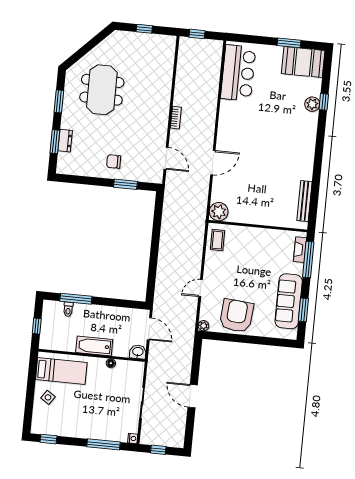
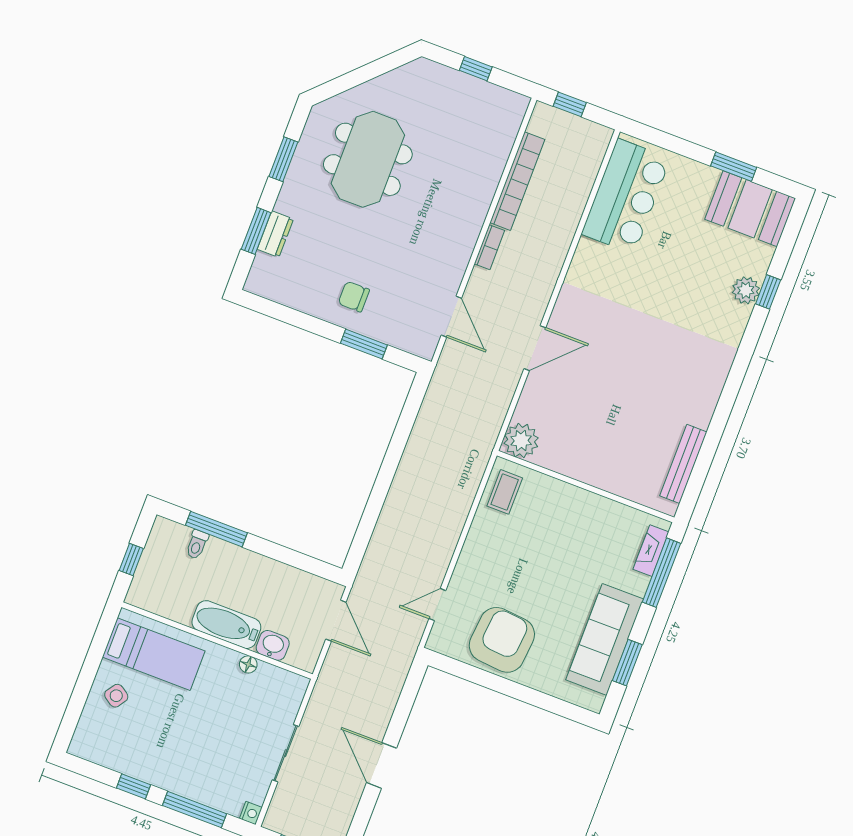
bookcase: (181, 80) -> (517, 181), added
door: (201, 288) -> (437, 605), moved
plant: (203, 326) -> (437, 642), removed
washbasin: (138, 352) -> (273, 645), moved
window: (48, 439) -> (133, 786), moved

